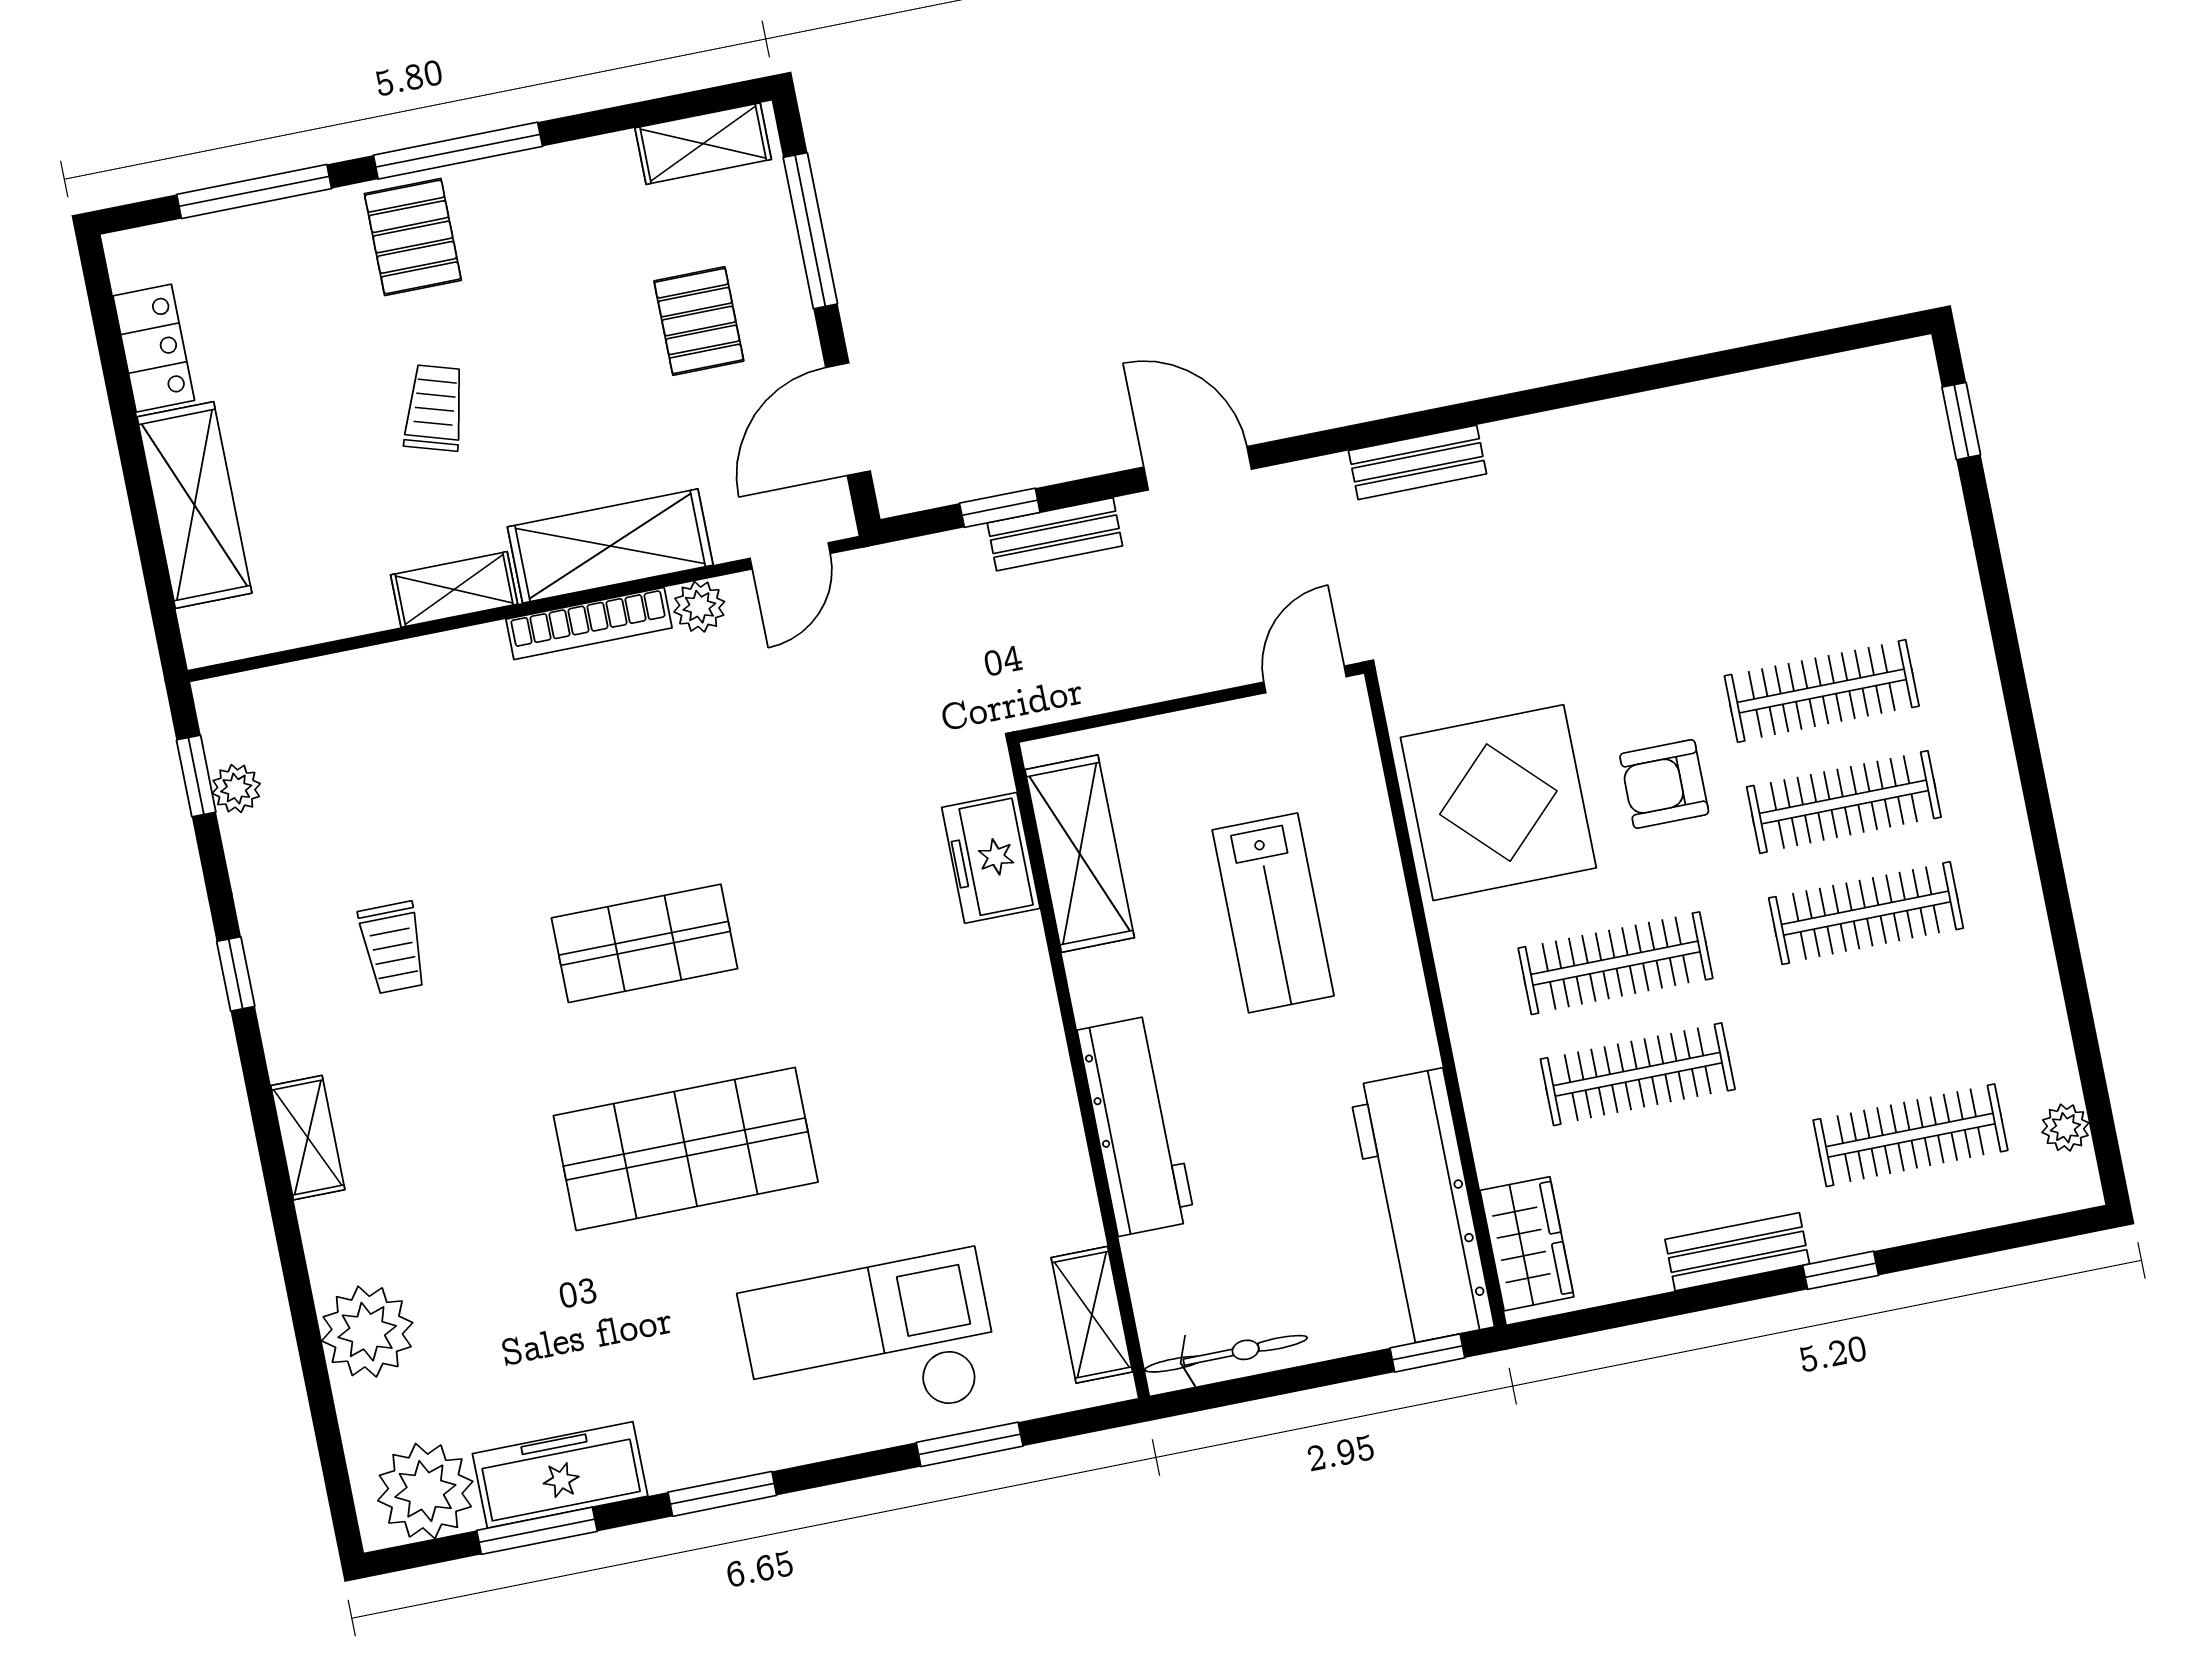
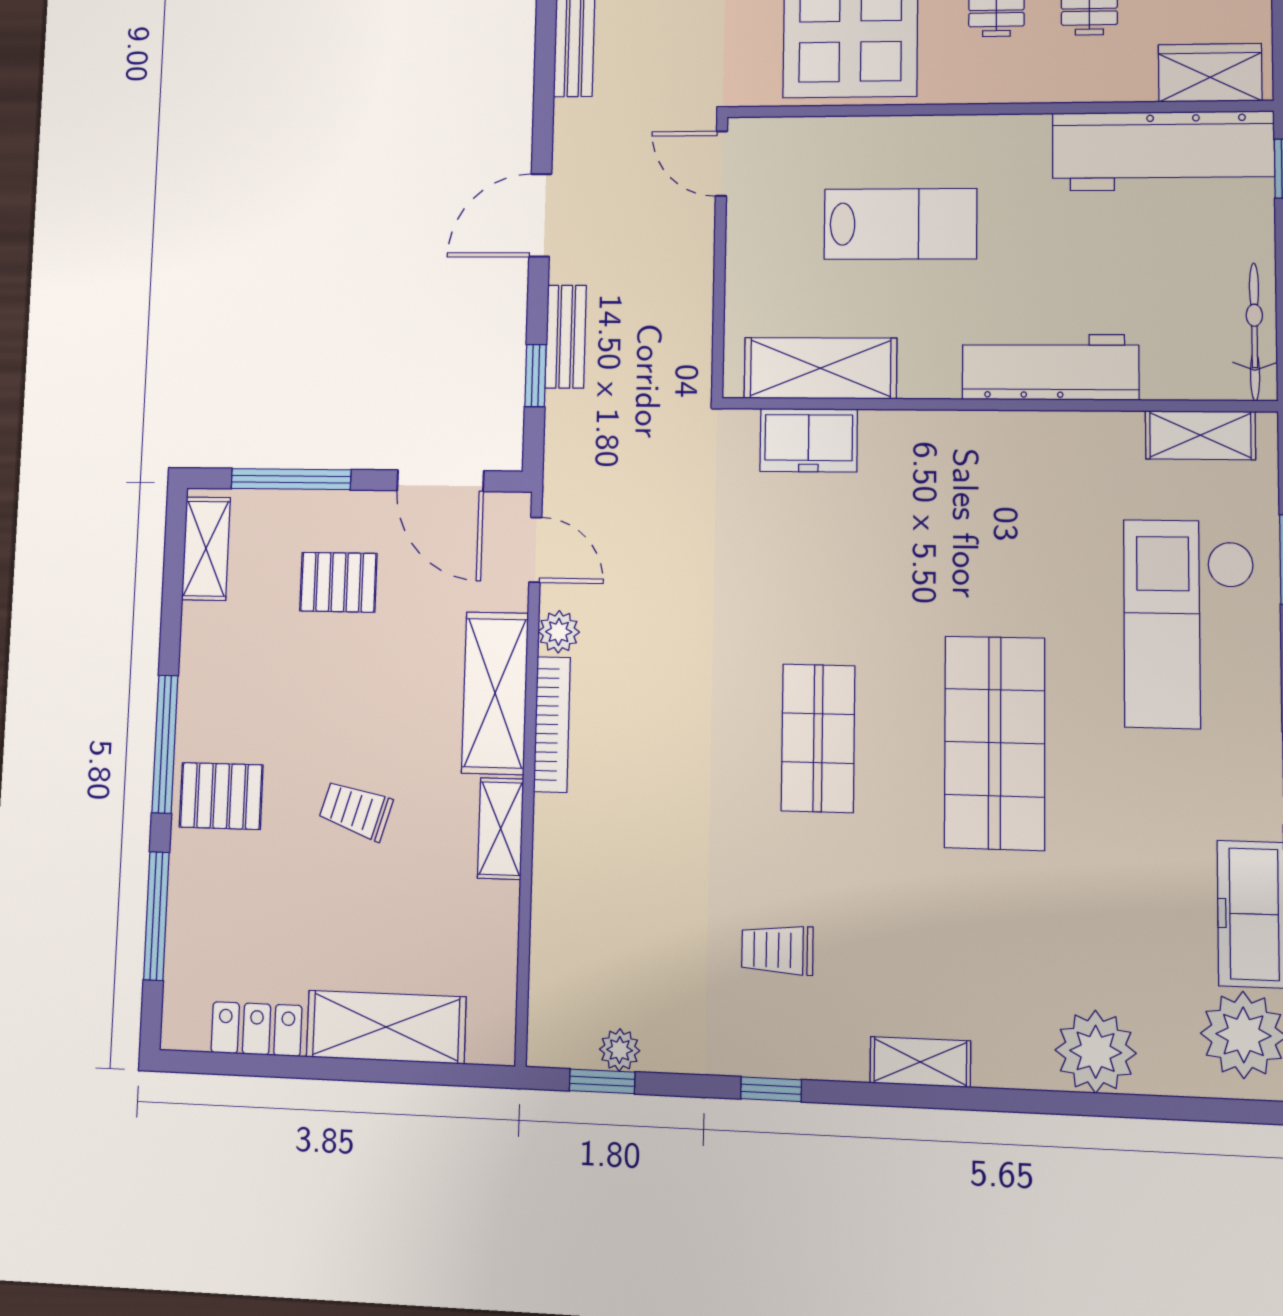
trolley: (393, 948) -> (777, 950), turned 180

